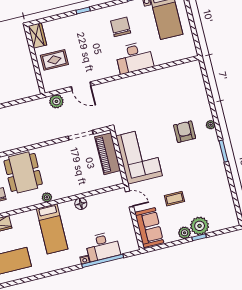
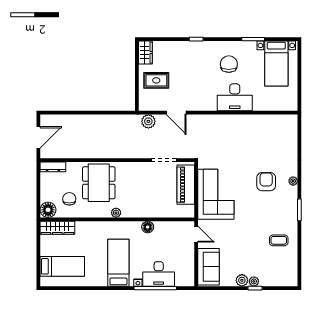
coffee table: (174, 199) -> (279, 240), moved
plant: (200, 226) -> (254, 281), width x0.53, depth x0.53
bed: (52, 229) -> (118, 263), moved, turned 180

